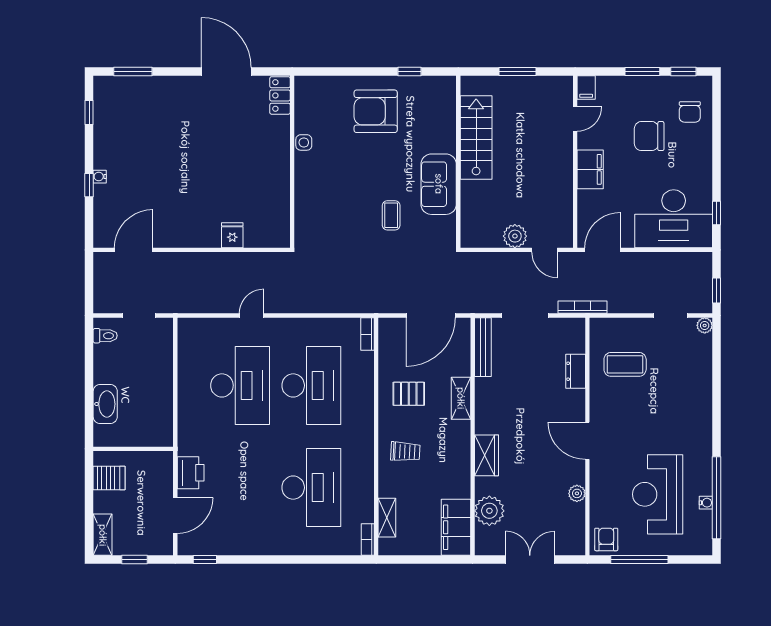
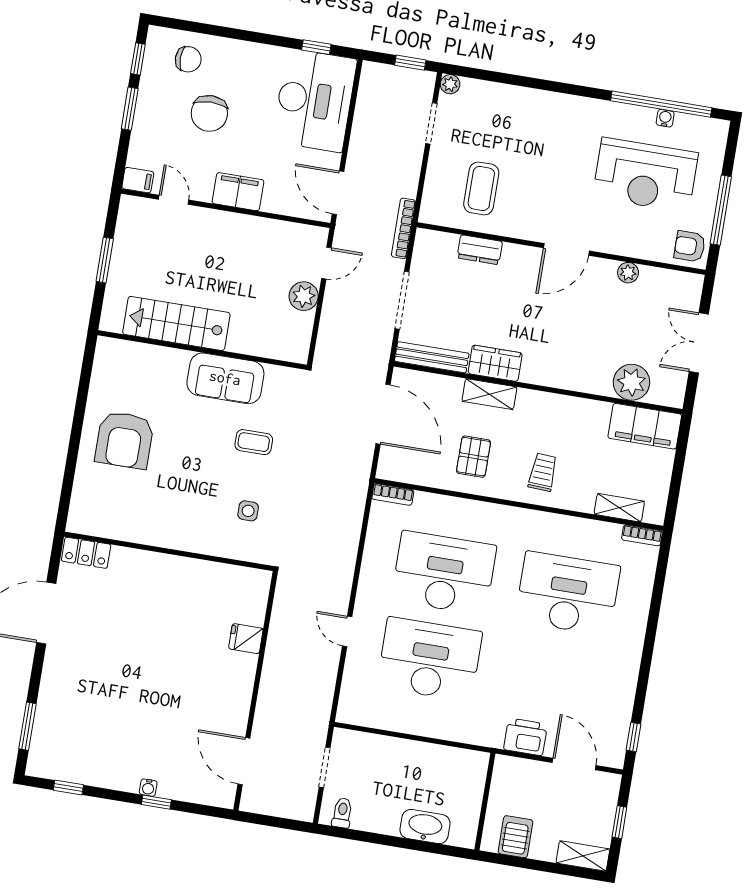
window: (409, 71) -> (83, 391), removed
side table: (304, 142) -> (248, 511), moved
wardrobe: (487, 455) -> (495, 363), moved

